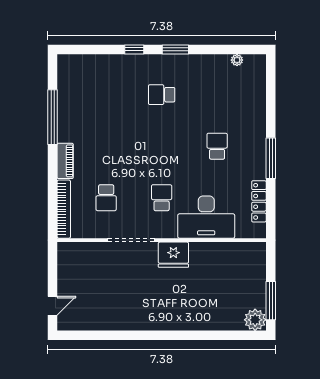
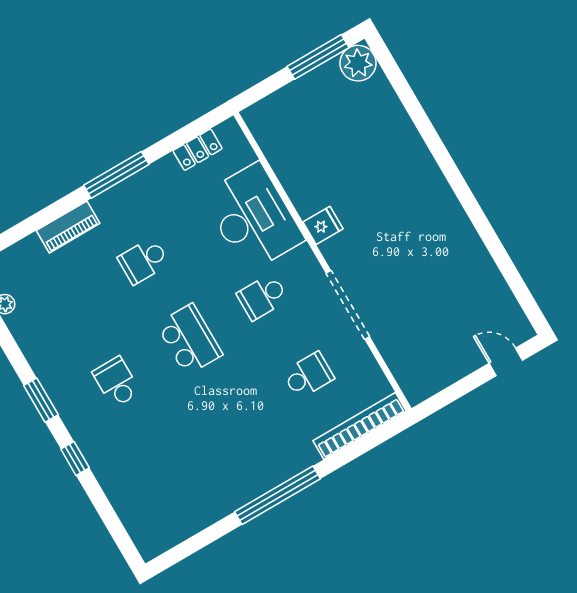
school desk: (162, 95) -> (116, 382), turned 180
window: (53, 117) -> (278, 495), moved
school desk: (162, 146) -> (189, 339), added
piano: (65, 161) -> (68, 227), moved, turned 180
locker: (259, 201) -> (198, 150), width x0.66
fridge: (173, 255) -> (323, 225), width x0.53, depth x0.75

